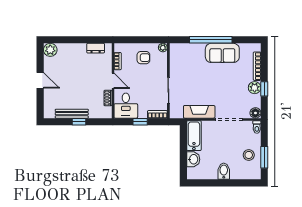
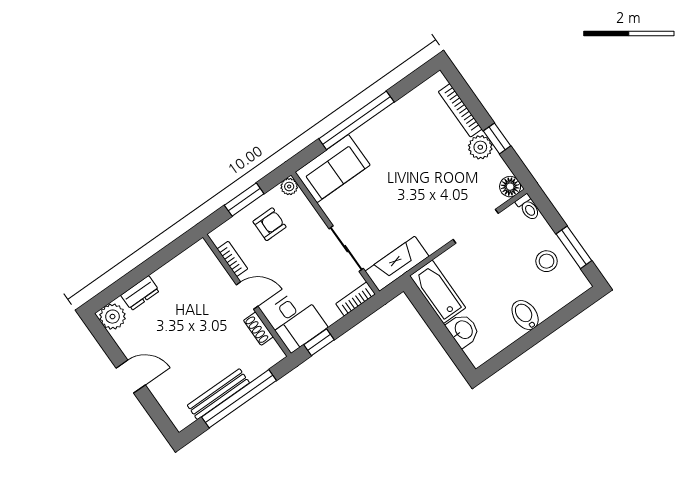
window: (140, 40) -> (244, 200), added
dresser: (96, 48) -> (140, 293), moved
sofa: (222, 53) -> (333, 169), moved
fireplace: (199, 112) -> (397, 264), moved
window: (79, 122) -> (239, 399), width x3.17
window: (140, 122) -> (319, 342), moved

